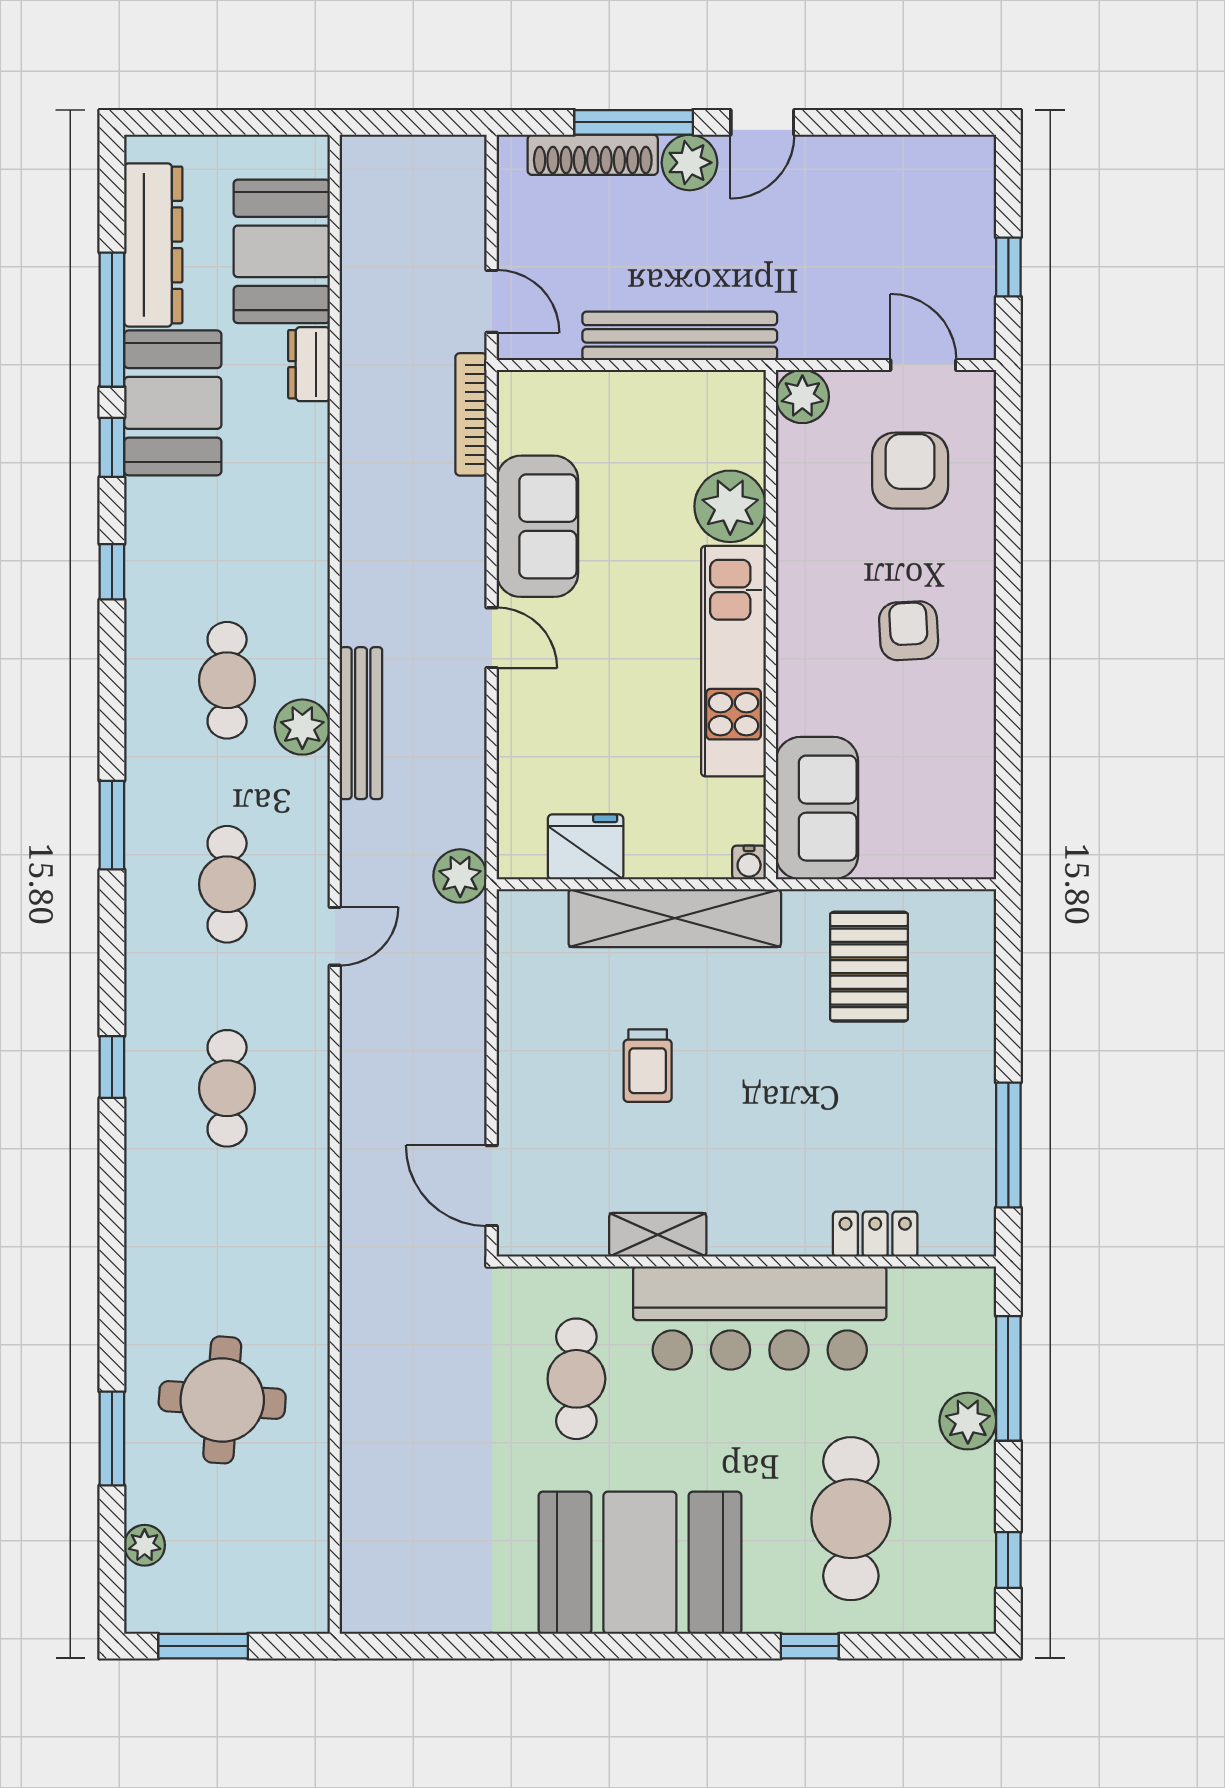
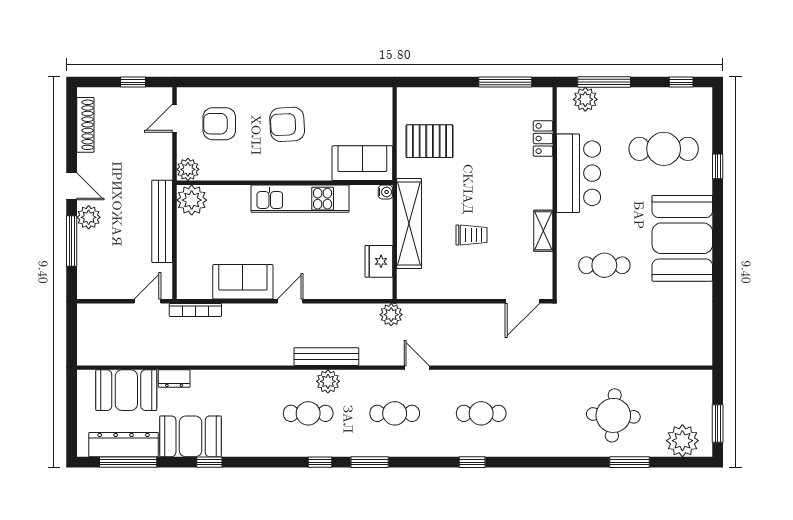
shoe rack: (593, 155) -> (85, 125), moved
window: (112, 320) -> (128, 462), moved
plant: (730, 506) -> (192, 200), moved
window: (112, 572) -> (320, 462), moved
armchair: (909, 631) -> (287, 124), width x1.38, depth x1.38
bar counter: (760, 1318) -> (579, 173), width x0.73
plant: (968, 1421) -> (585, 99), moved
plant: (145, 1545) -> (682, 441), width x1.88, depth x1.88

